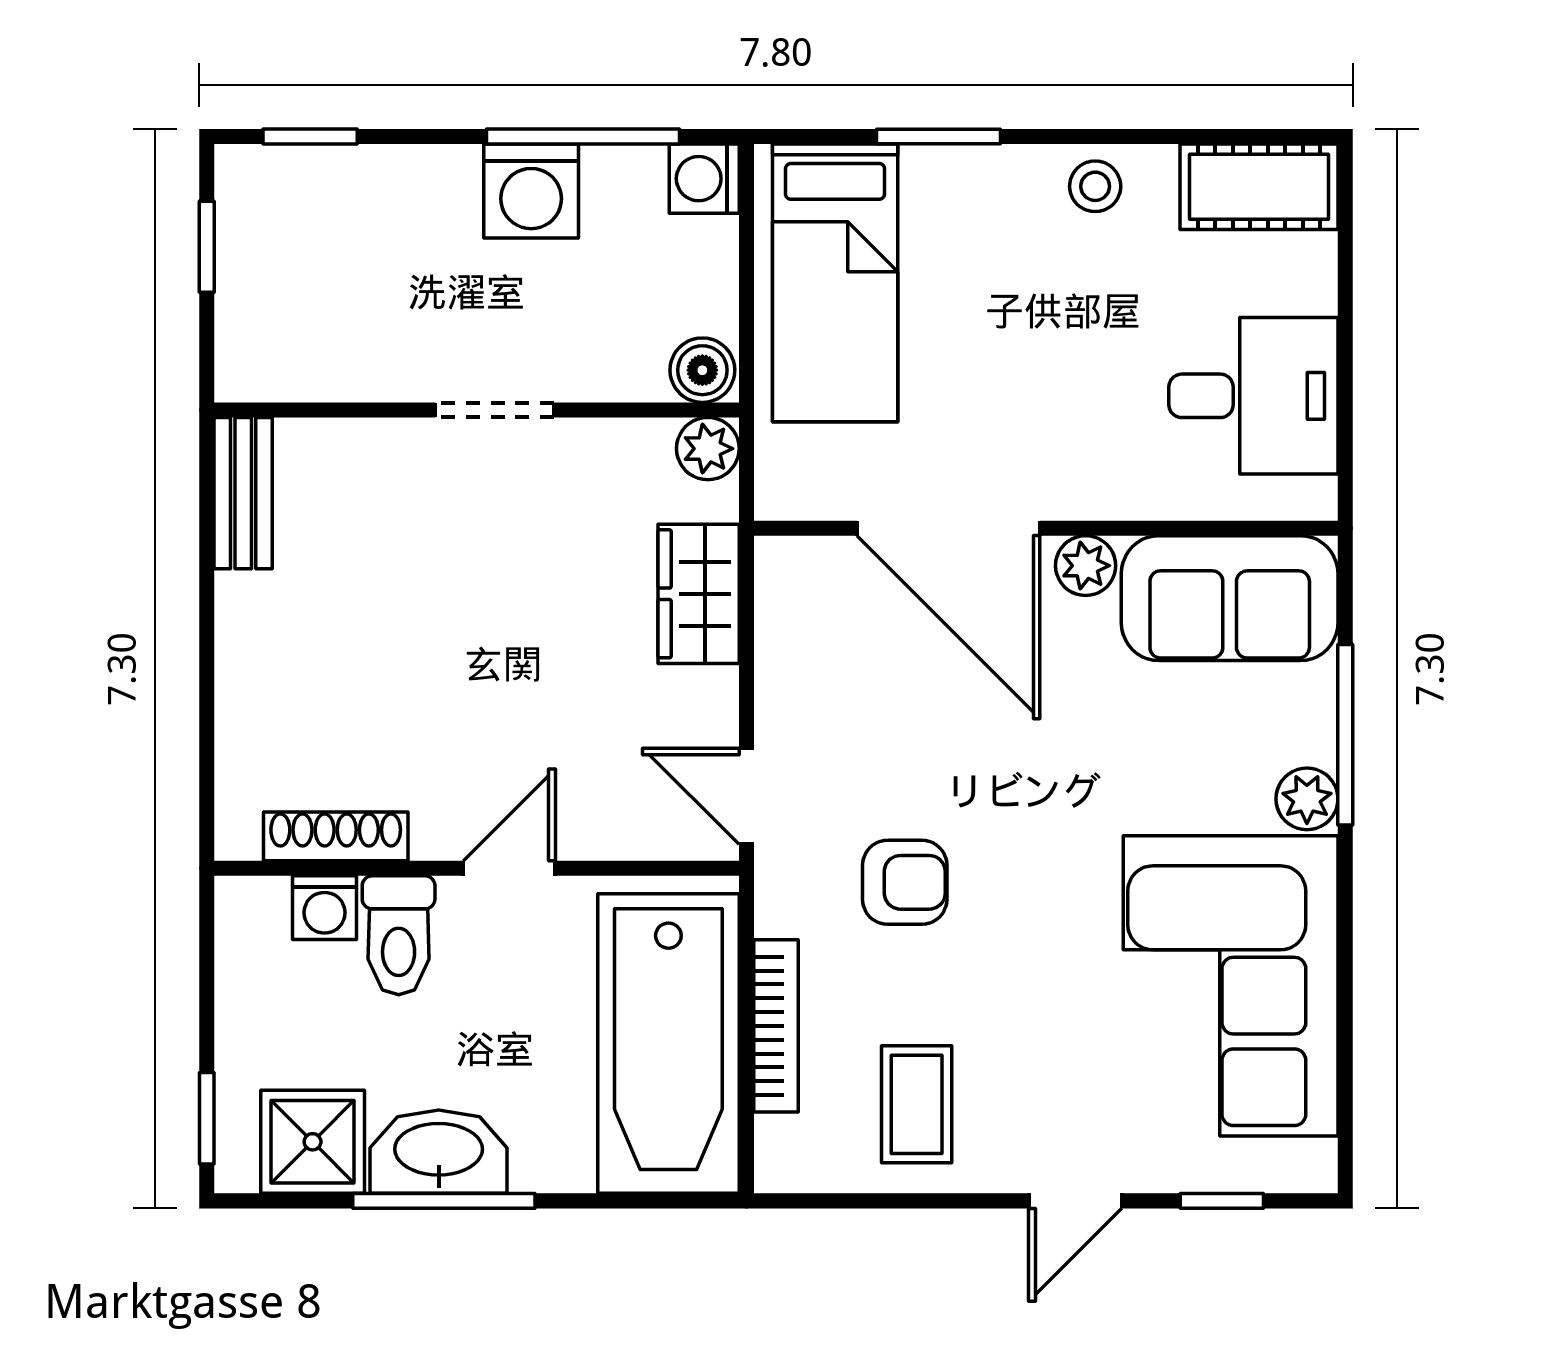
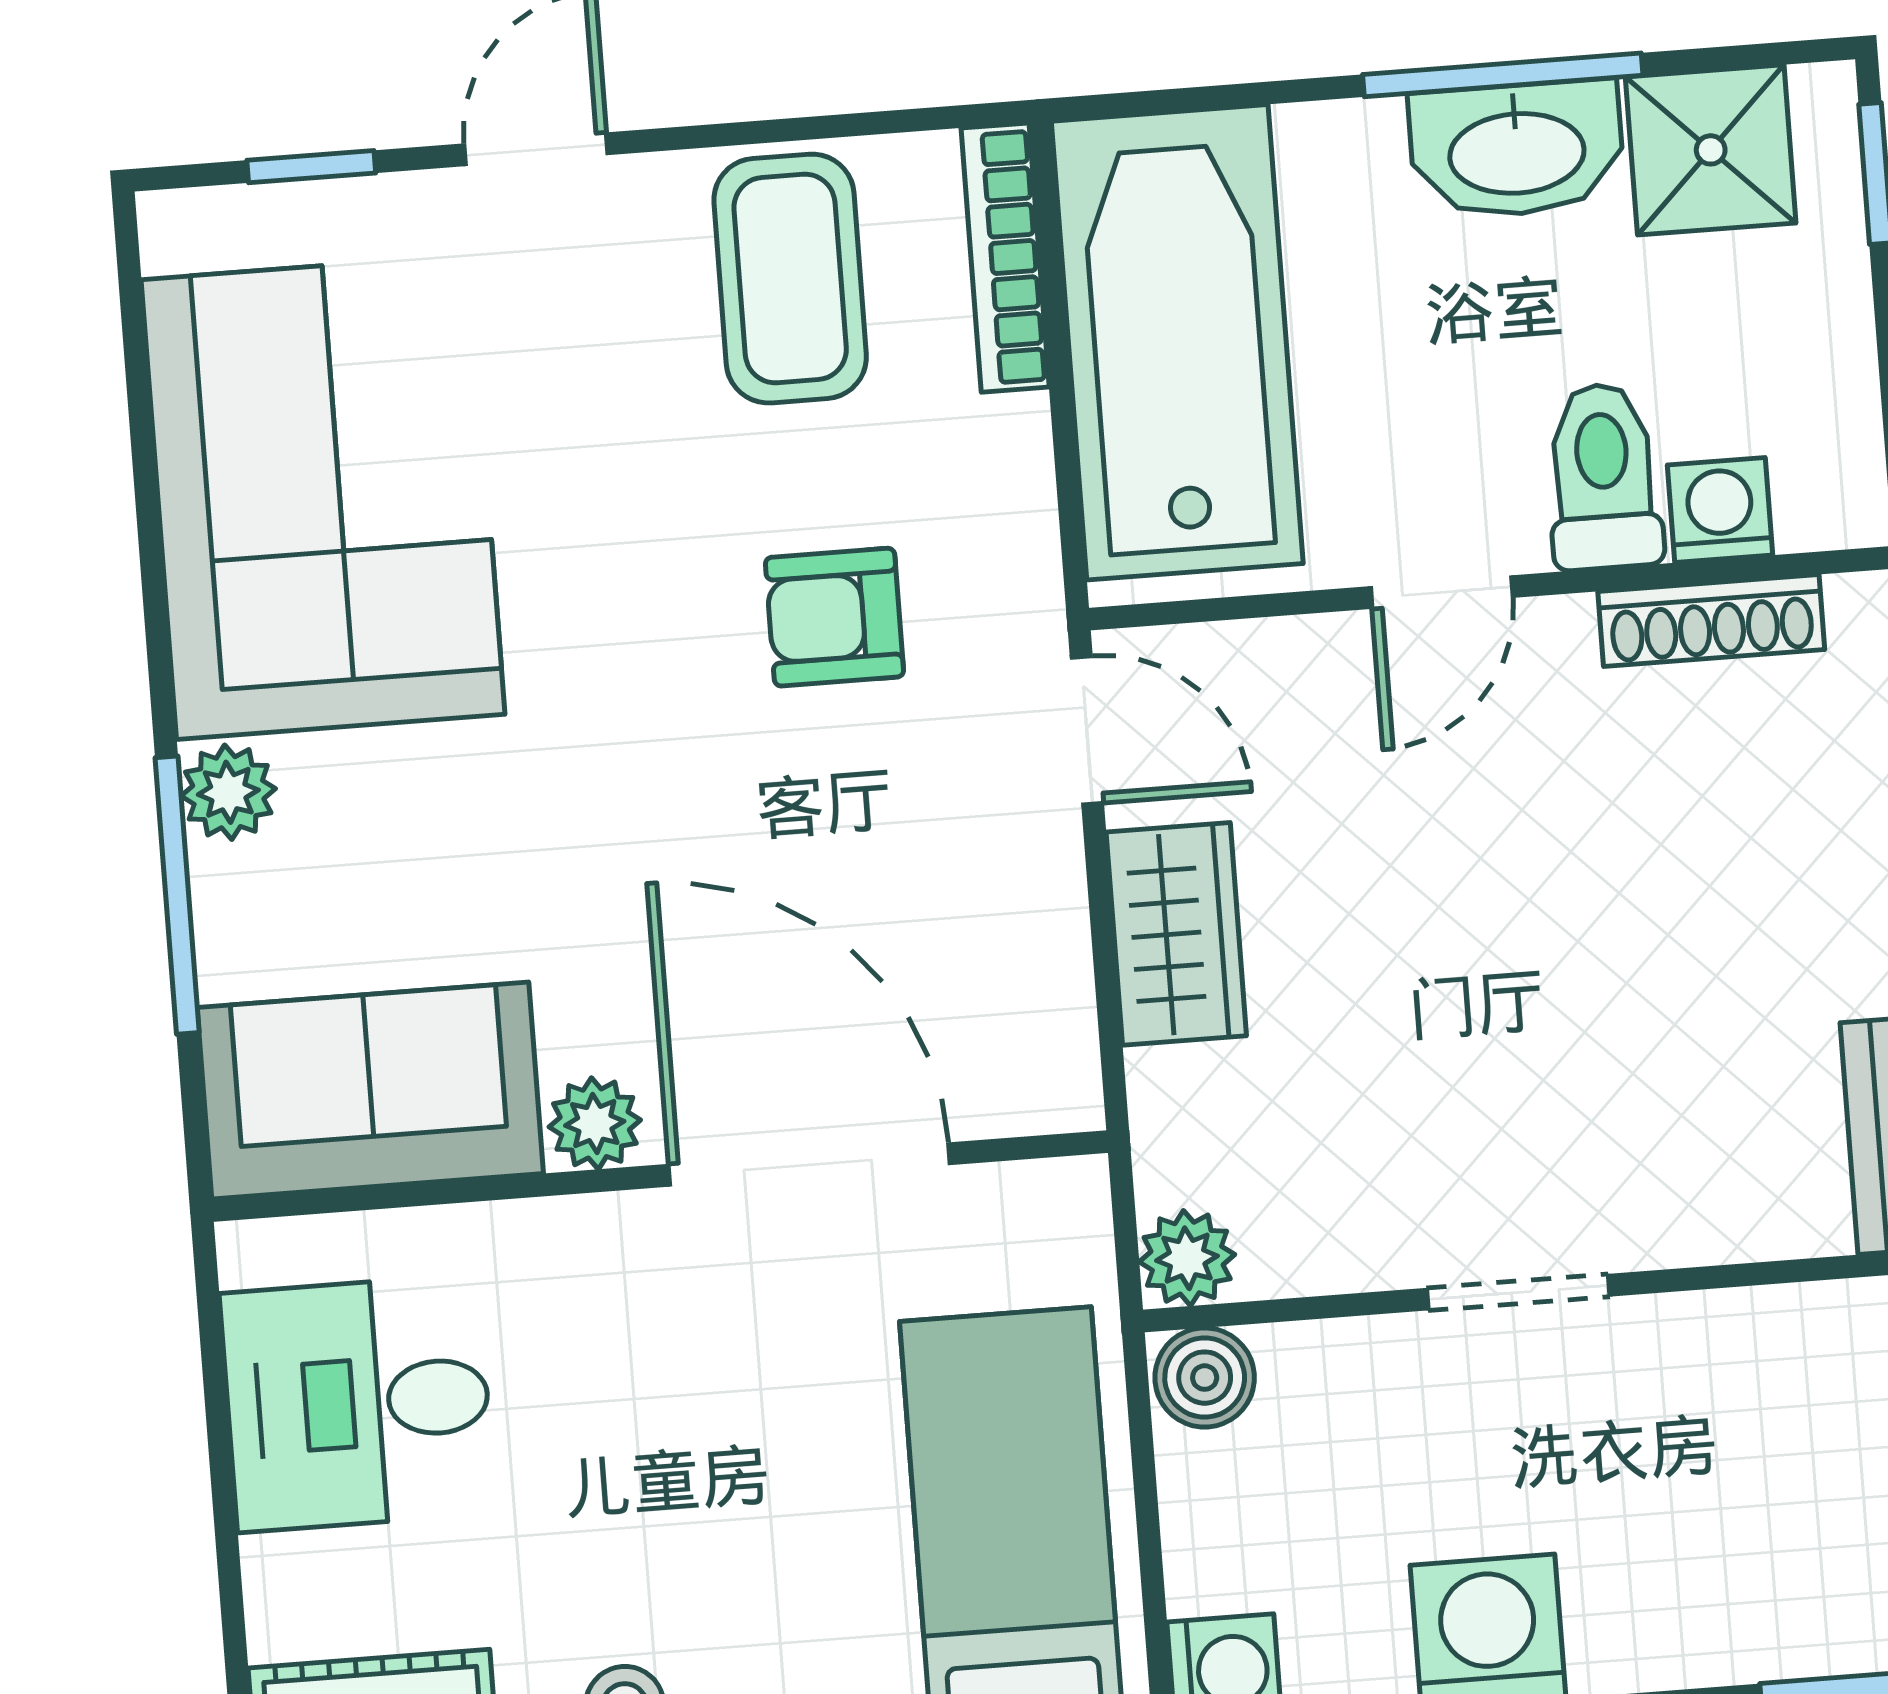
wardrobe: (699, 594) -> (1176, 934), moved
bookcase: (776, 1026) -> (1005, 258), moved
coffee table: (917, 1104) -> (790, 279), width x1.36, depth x1.30

